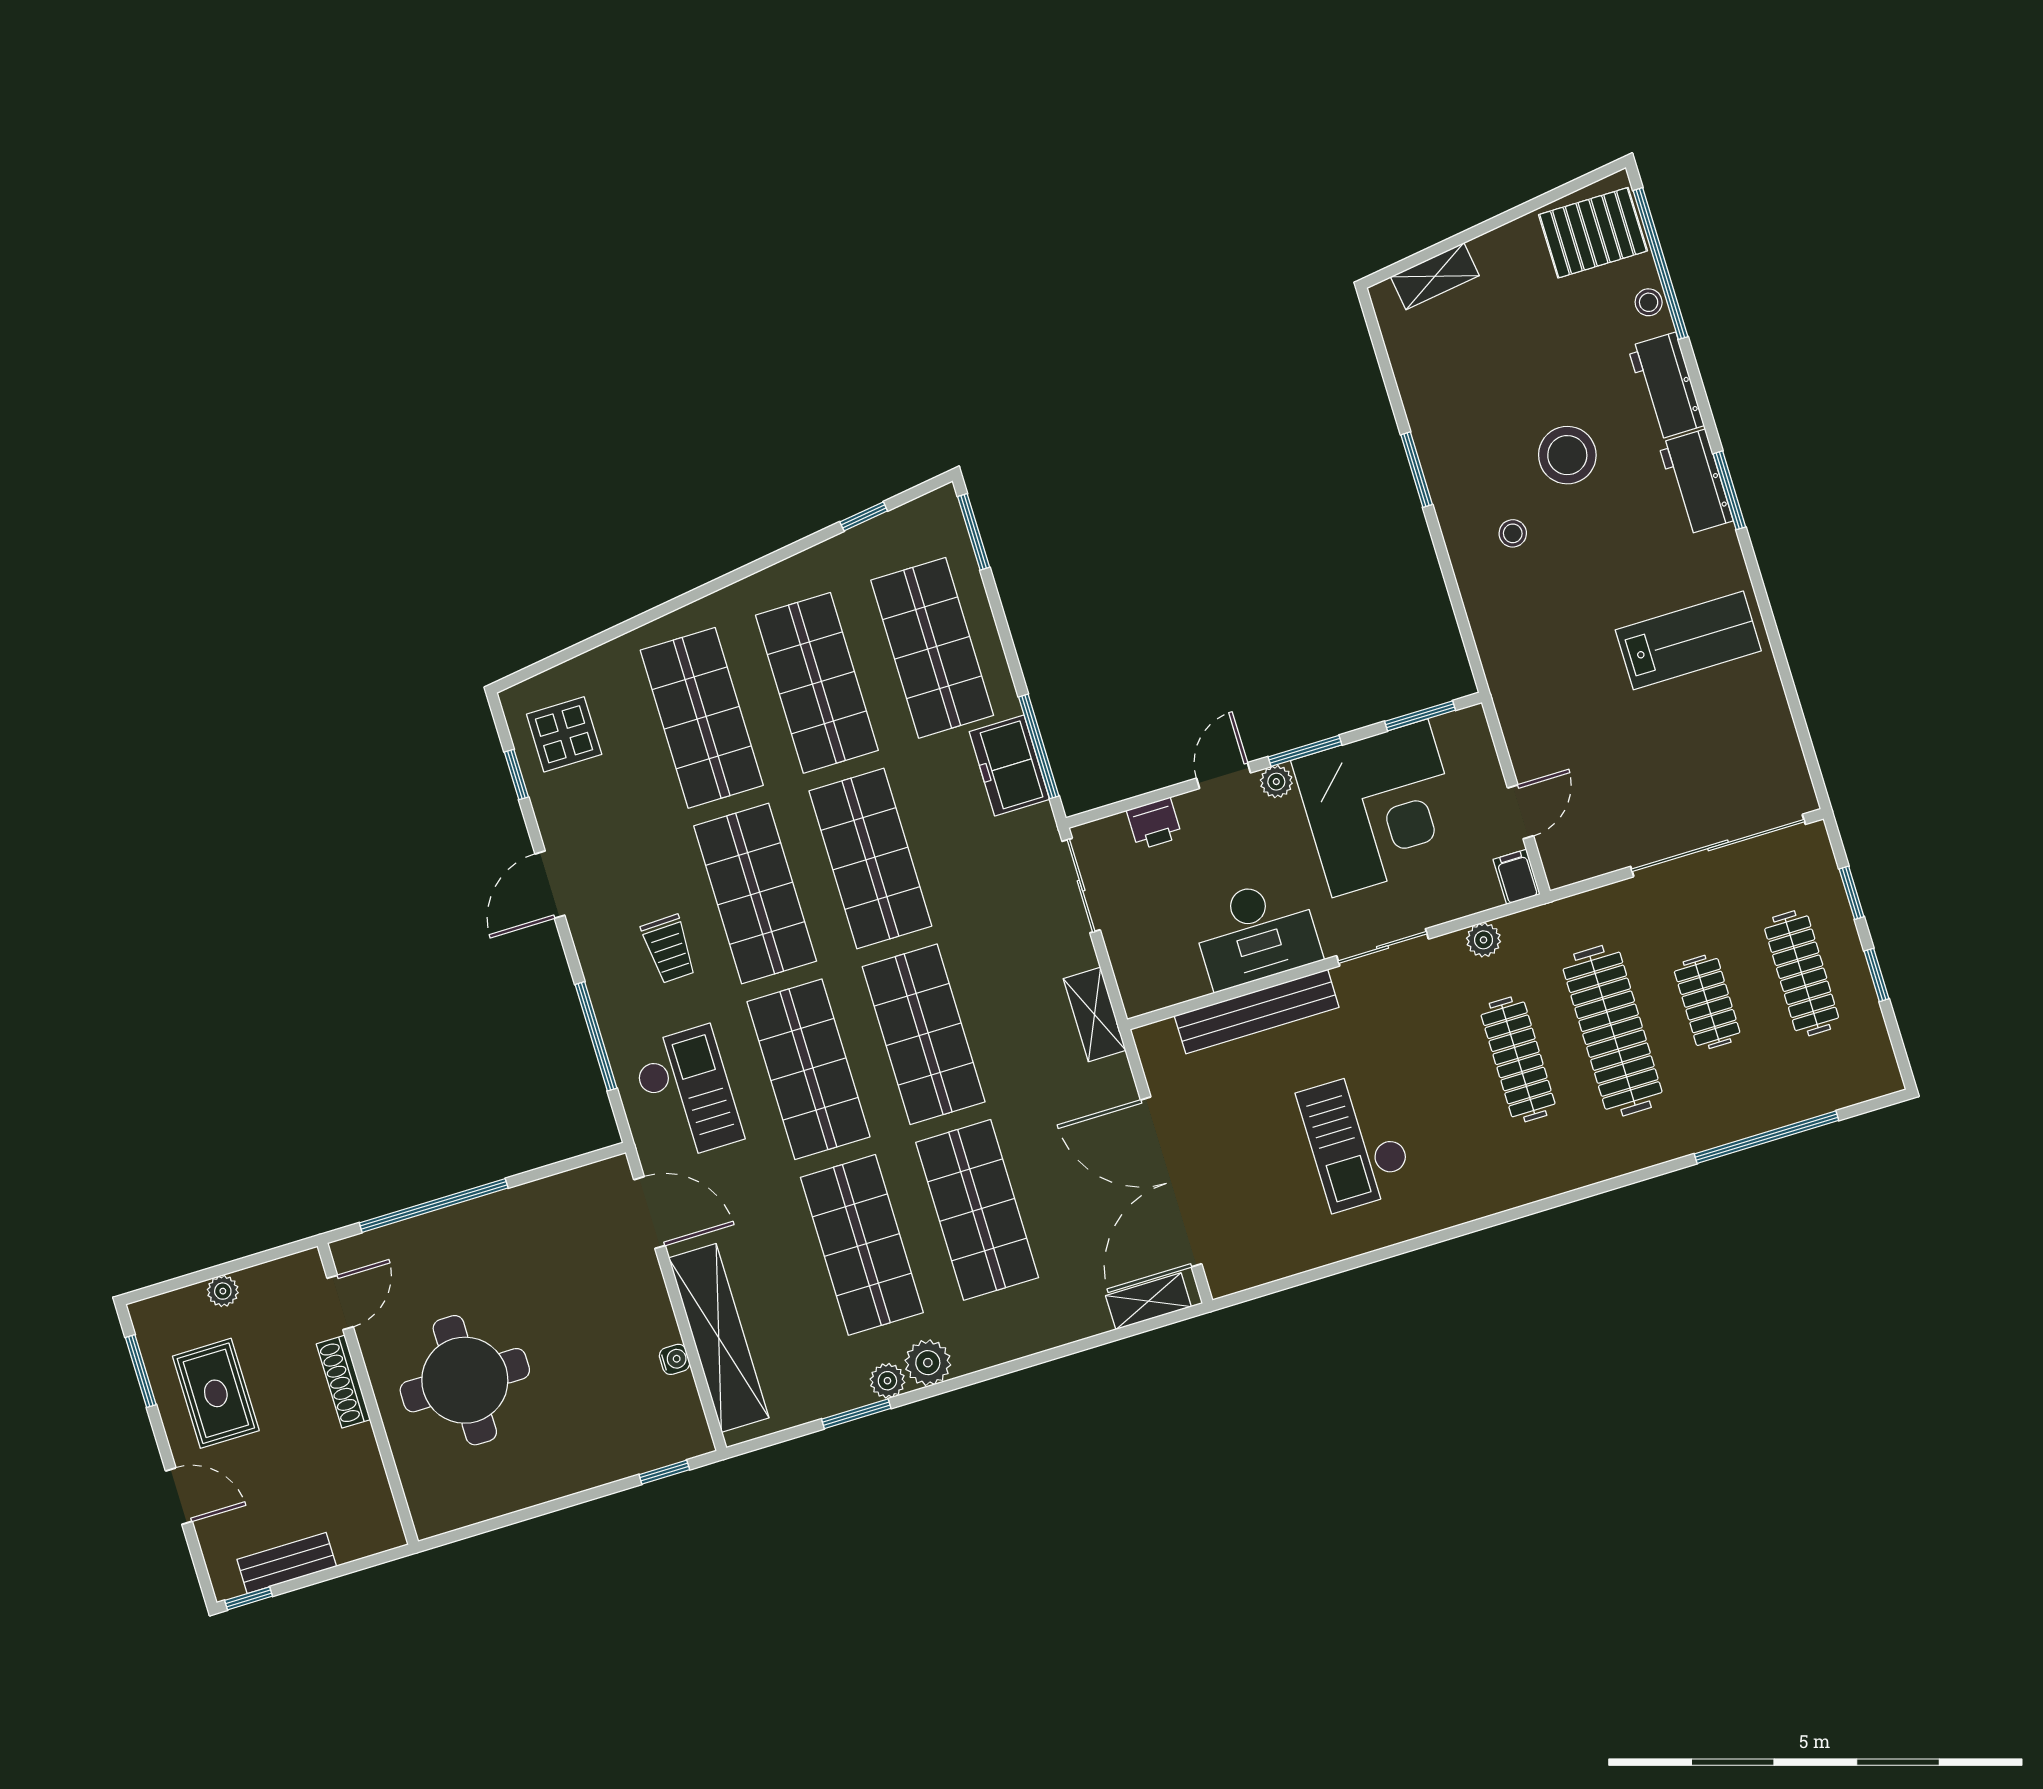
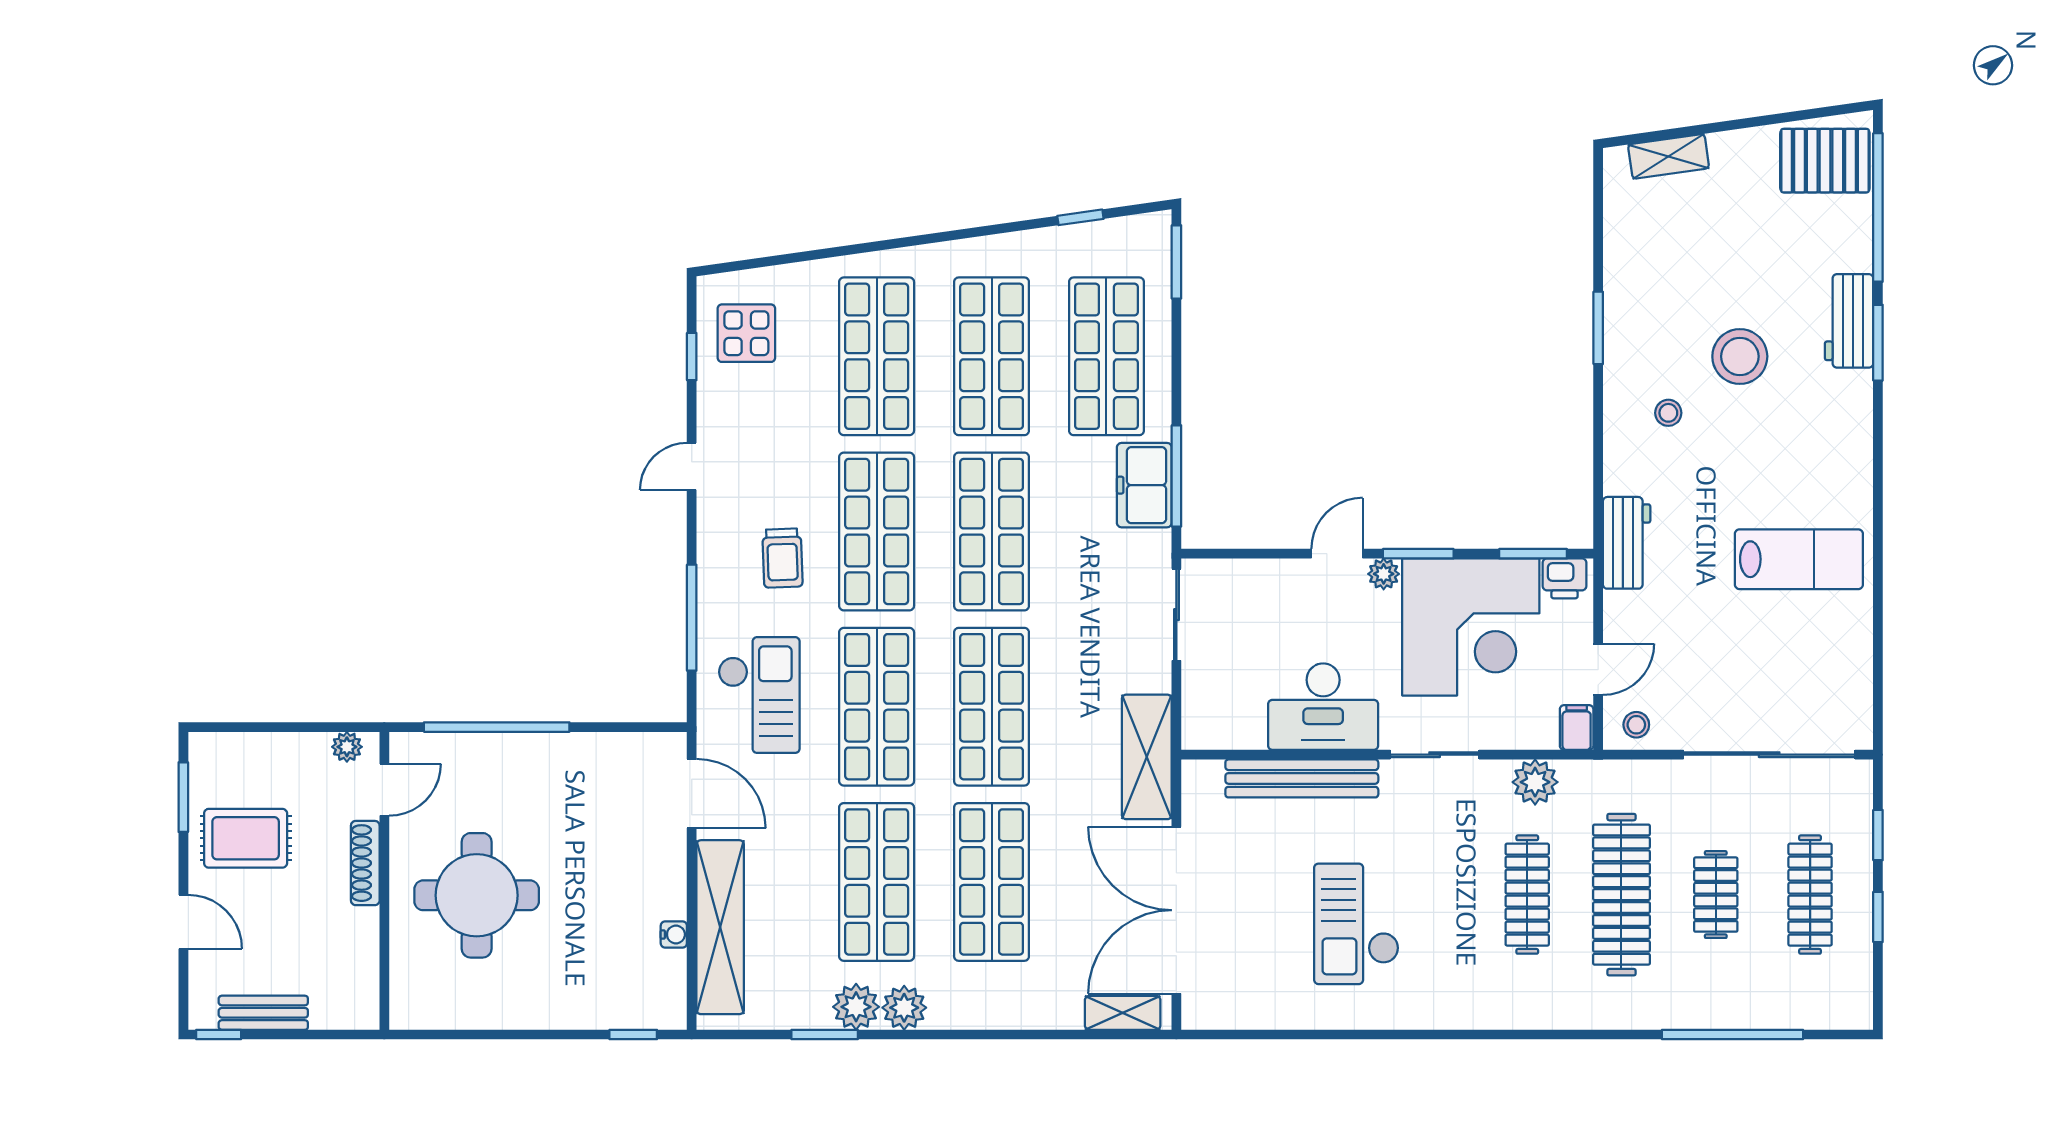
stool: (1649, 302) -> (1636, 725), moved
workbench: (1696, 482) -> (1627, 543), moved, turned 180
window: (1729, 490) -> (1878, 343), moved
printer: (1154, 824) -> (1564, 578), moved
door: (550, 885) -> (692, 466), width x0.73
plant: (1484, 940) -> (1535, 782), width x1.38, depth x1.38
shelving: (1095, 1015) -> (1147, 757), width x1.50, depth x1.33
plant: (223, 1291) -> (347, 747), moved
plant: (887, 1381) -> (856, 1007), width x1.38, depth x1.38
rug: (216, 1393) -> (246, 838), turned 90

